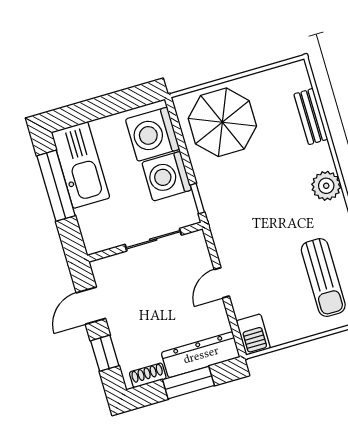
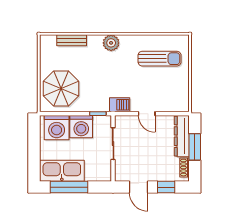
barbecue: (253, 335) -> (120, 105), moved

